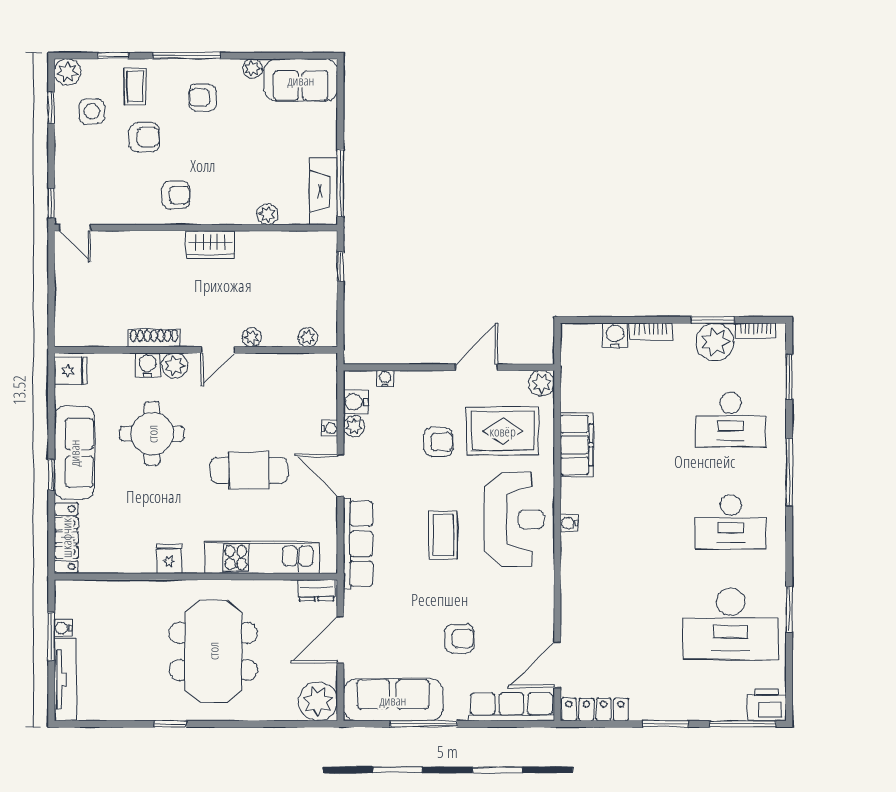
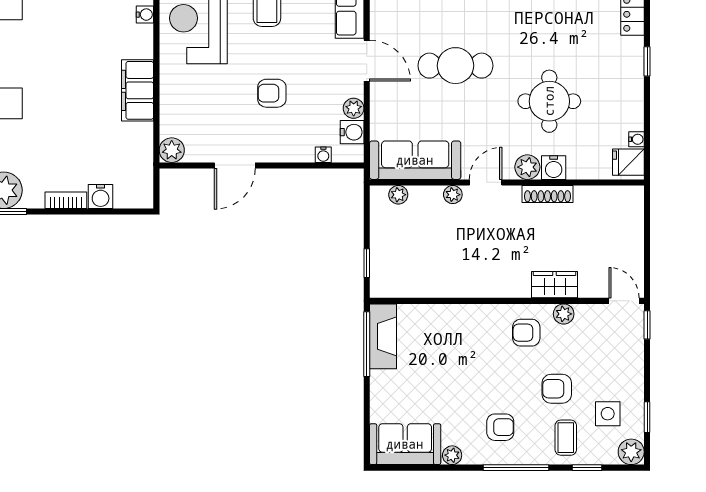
plant: (267, 214) -> (564, 314), moved
wardrobe: (210, 244) -> (555, 285), moved
water cooler: (330, 428) -> (636, 139), moved, turned 180
rug: (503, 431) -> (209, 104), removed
sofa: (74, 453) -> (415, 160), moved, turned 90

